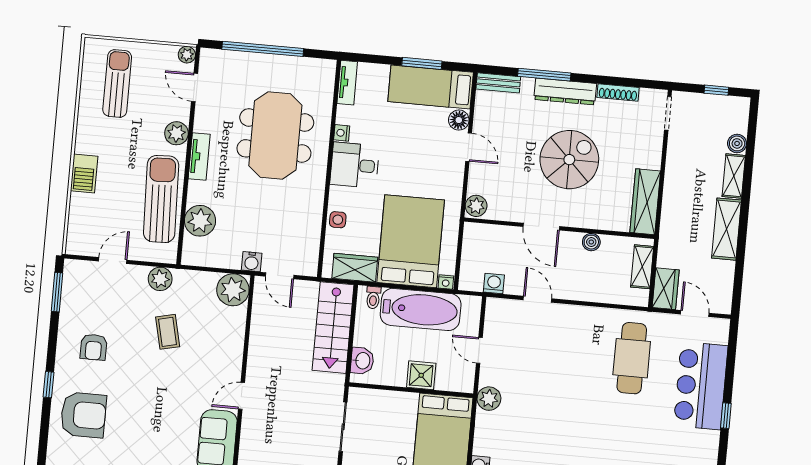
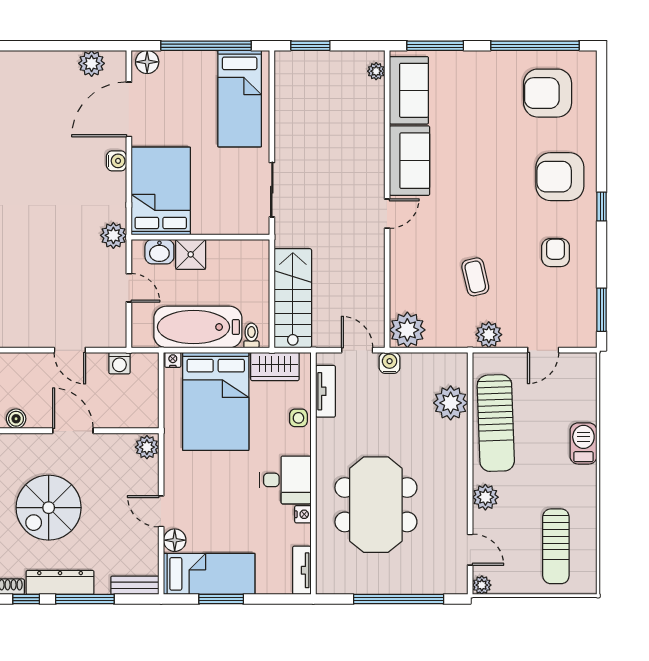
window: (597, 79) -> (26, 599), added
tv unit: (199, 157) -> (325, 391), moved, turned 180
washbasin: (362, 361) -> (159, 252), moved, turned -90

